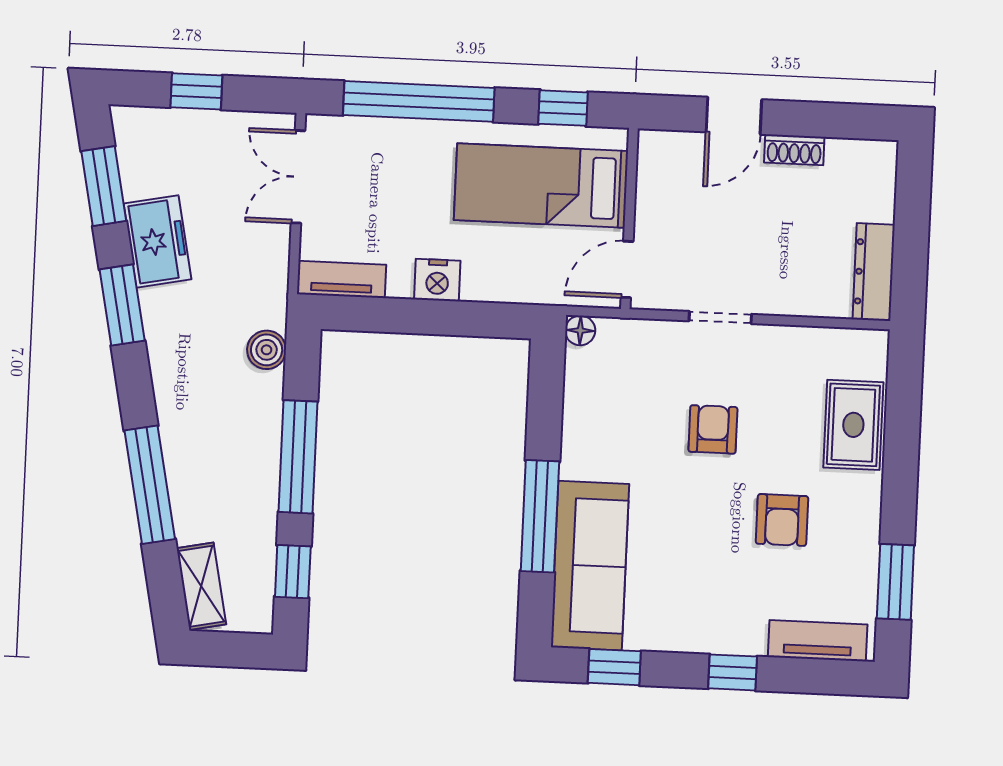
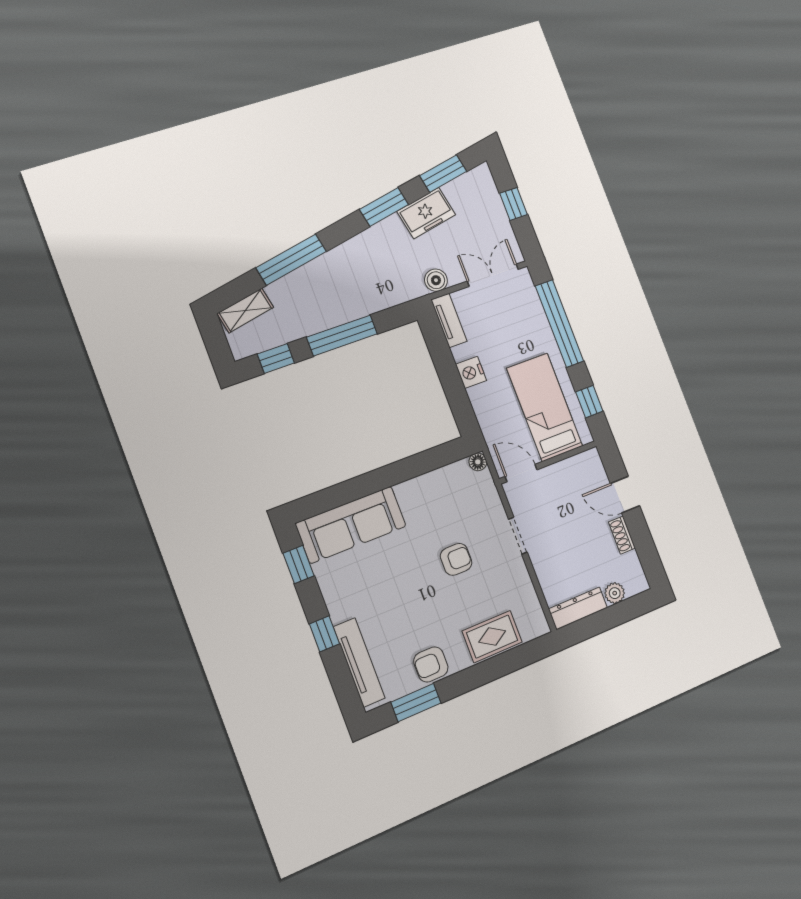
plant: (878, 202) -> (615, 593), added
boiler: (267, 350) -> (436, 280), moved
window: (540, 516) -> (367, 484), removed
armchair: (782, 520) -> (431, 664), moved
tv unit: (818, 641) -> (359, 662), width x1.41

